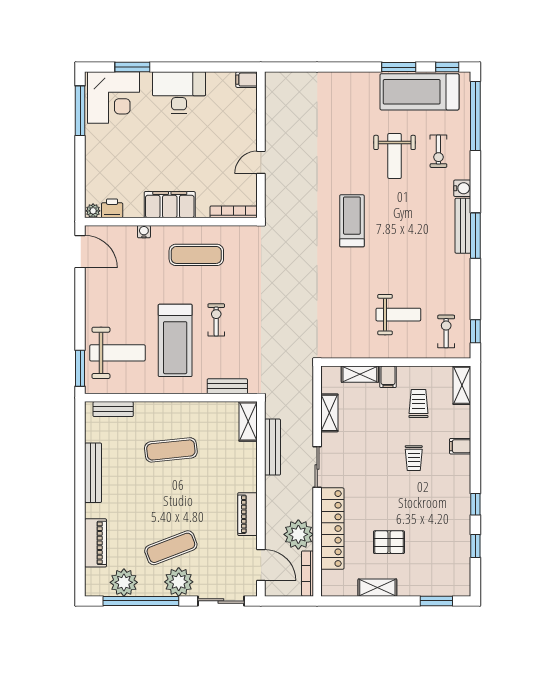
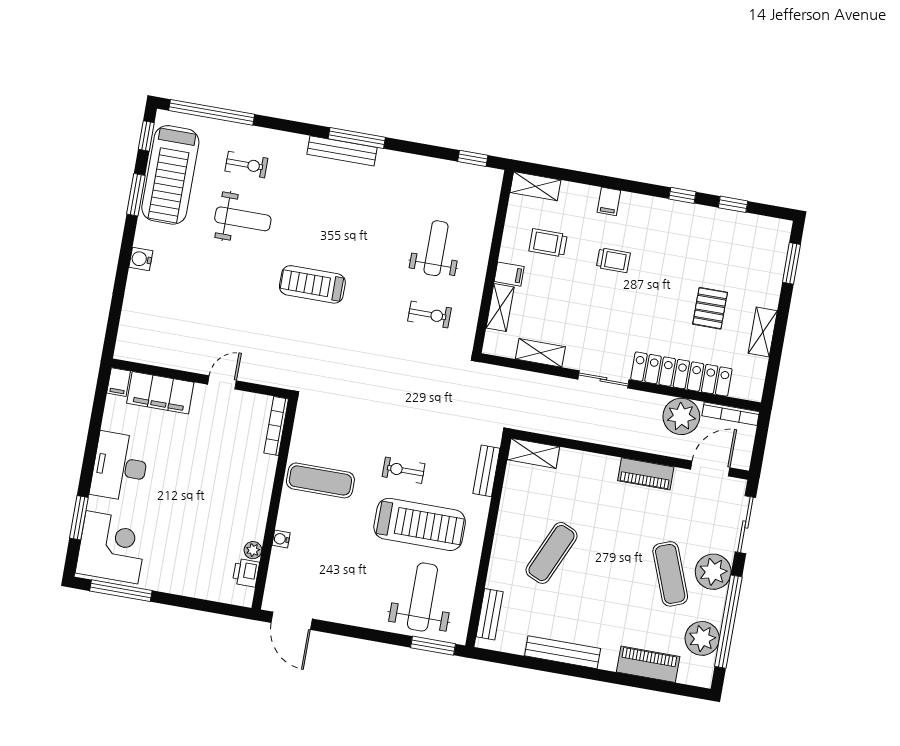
door: (261, 162) -> (222, 382), swing flipped
water cooler: (462, 188) -> (141, 259), moved, turned -90
filing cabinet: (170, 205) -> (160, 393), moved, turned -90
plant: (93, 211) -> (253, 550), moved
door: (80, 252) -> (292, 621), swing flipped
exercise mat: (196, 255) -> (320, 480), turned 90
exercise bike: (446, 331) -> (430, 315), moved, turned 180
bench: (272, 447) -> (570, 429), removed
exercise mat: (171, 450) -> (552, 553), turned 30

